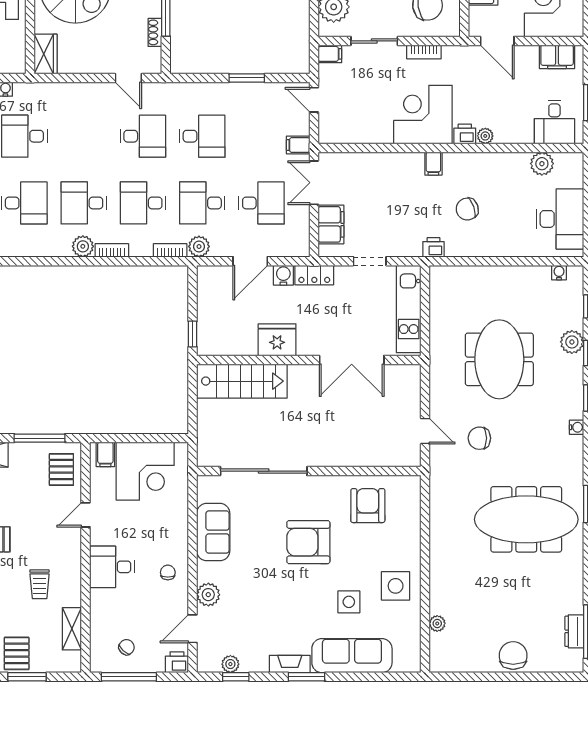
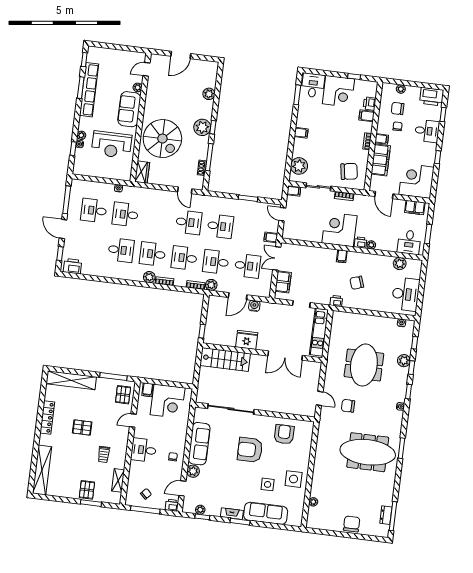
locker: (314, 275) -> (271, 308), removed
sofa: (213, 532) -> (199, 444), width x1.36

